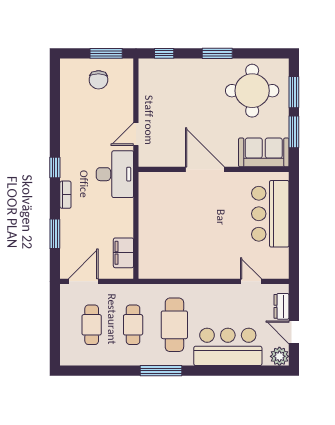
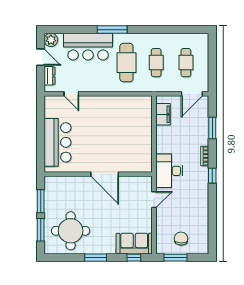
sofa: (264, 152) -> (134, 244), moved, turned 180
window: (161, 371) -> (112, 30), moved

